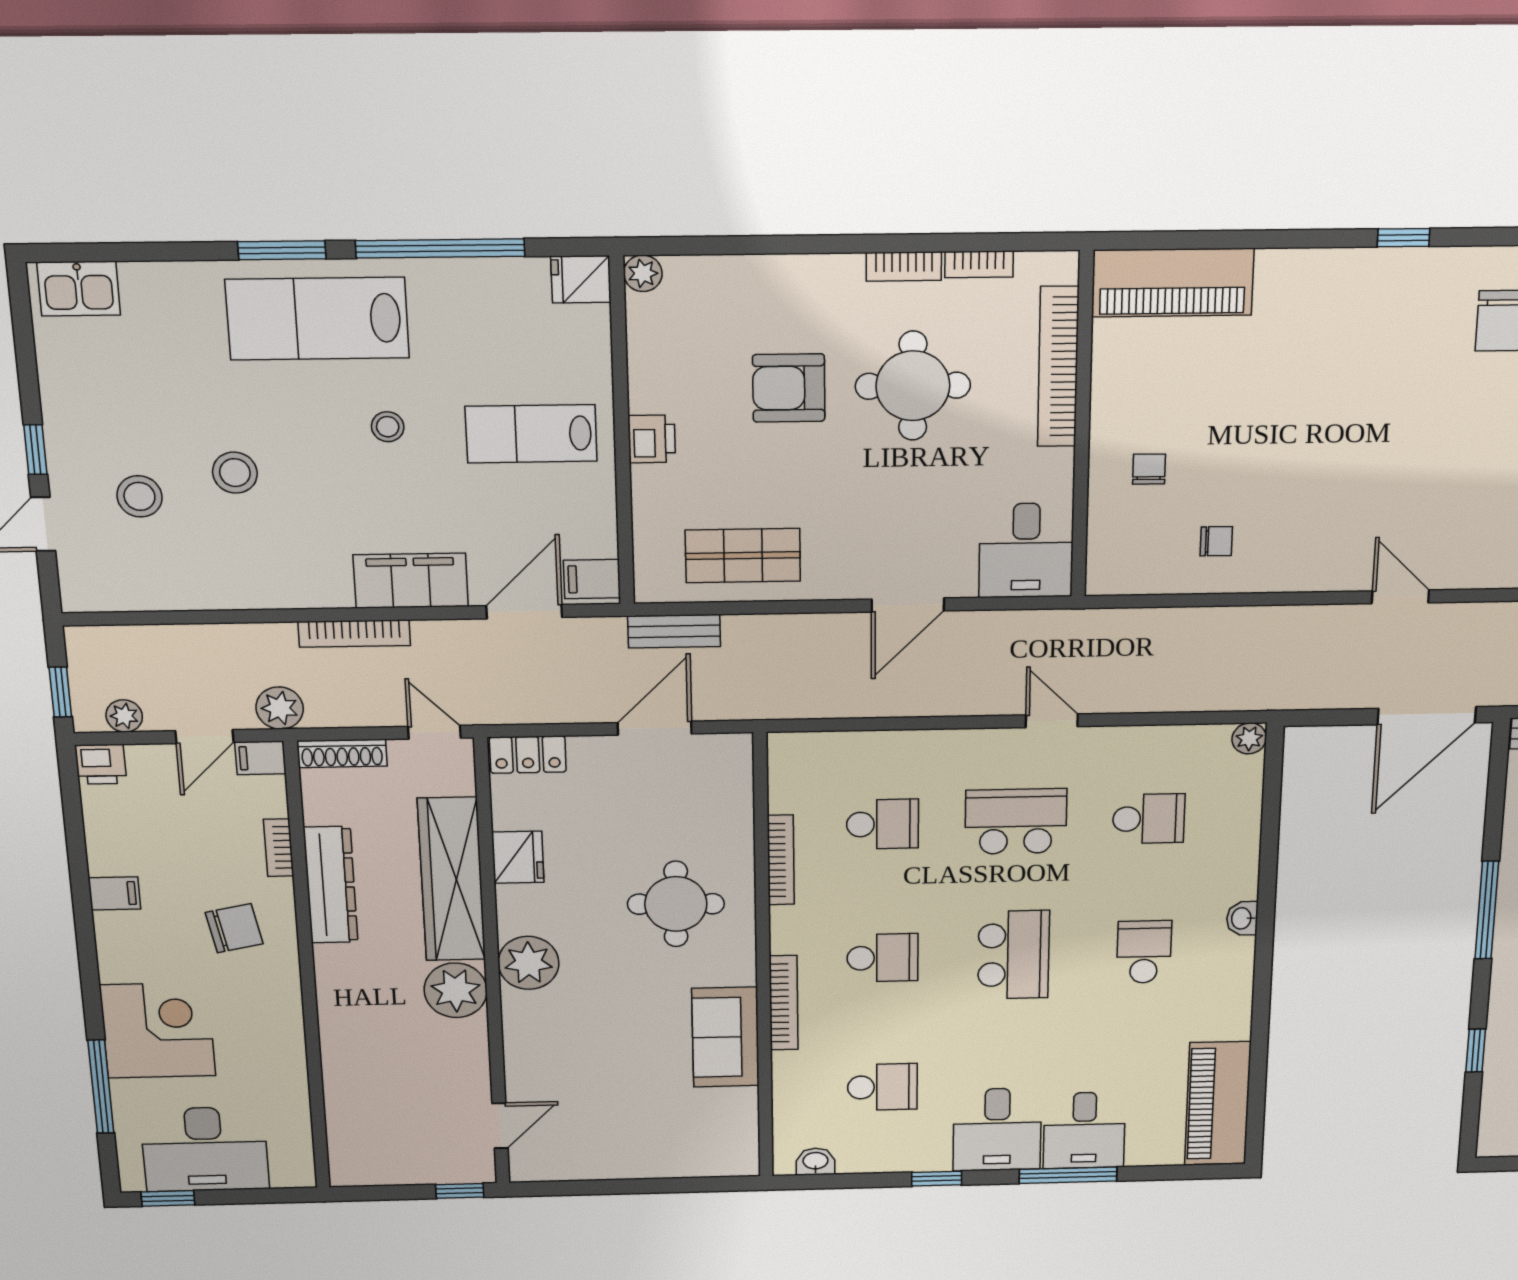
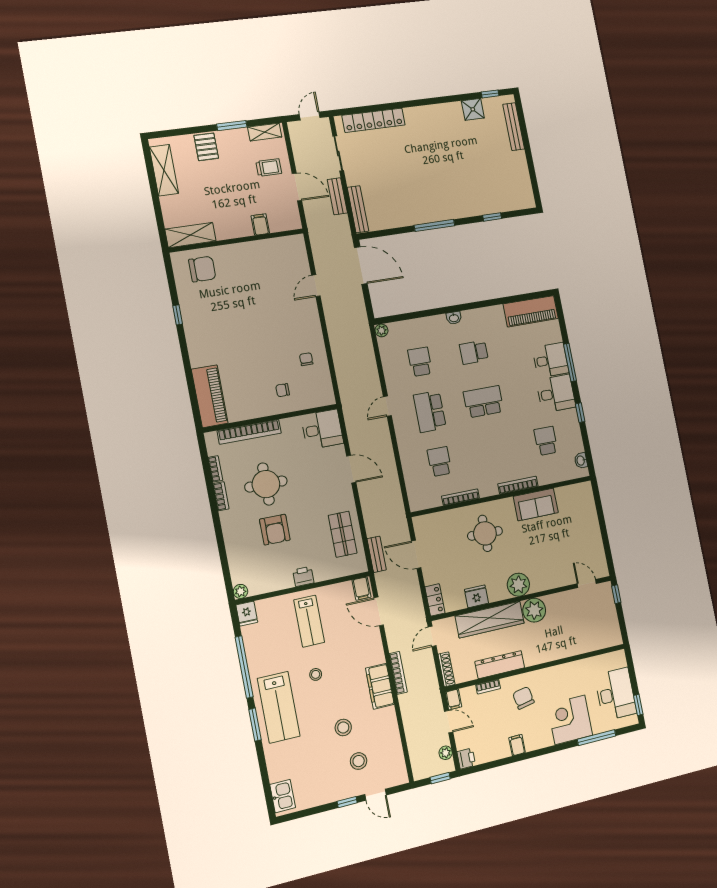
filing cabinet: (411, 581) -> (380, 686), moved
plant: (280, 708) -> (432, 696), removed
school desk: (882, 958) -> (493, 451), removed

